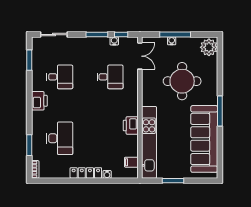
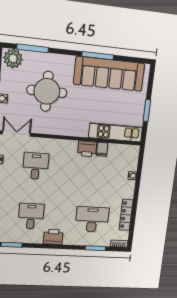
window: (220, 64) -> (33, 48), added
window: (220, 111) -> (98, 56), moved
kitchen unit: (149, 142) -> (116, 132), width x0.73
filing cabinet: (131, 162) -> (102, 149), moved
locker: (86, 173) -> (126, 215), moved

